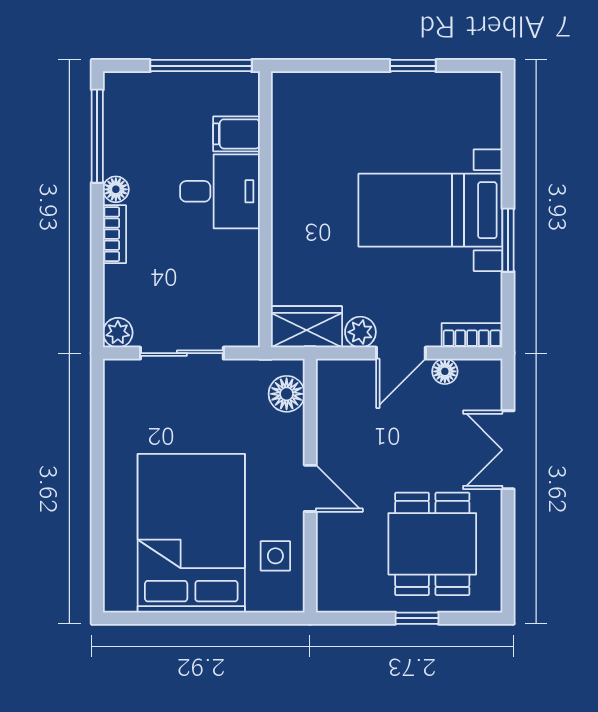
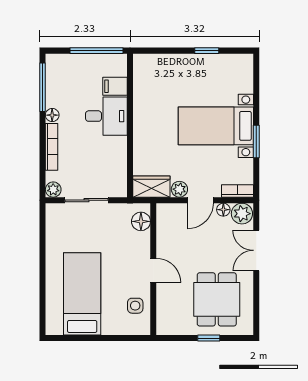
bookcase: (115, 234) -> (52, 147), width x1.56
plant: (481, 379) -> (242, 214), added
bed: (191, 533) -> (82, 294), width x0.67

